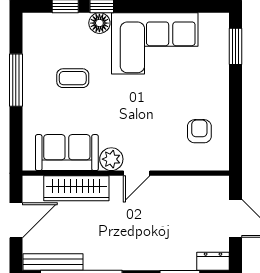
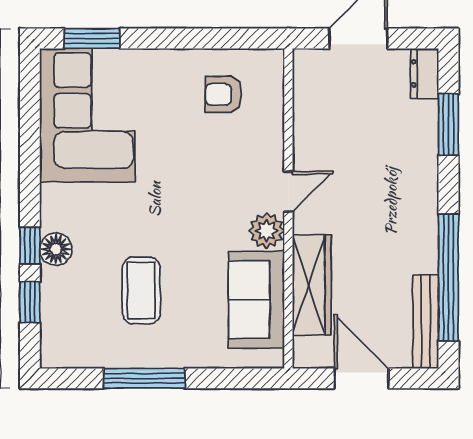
corner sofa: (155, 43) -> (87, 115), moved
coffee table: (73, 78) -> (141, 290), width x1.36, depth x1.30
door: (137, 173) -> (288, 192), hinge flipped

